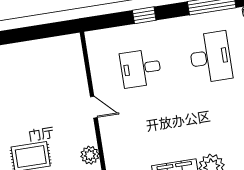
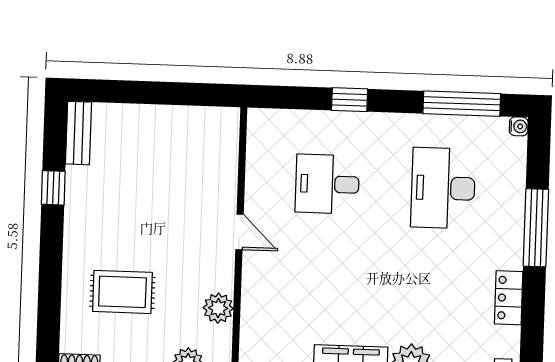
desk: (210, 57) -> (443, 188), turned 180

